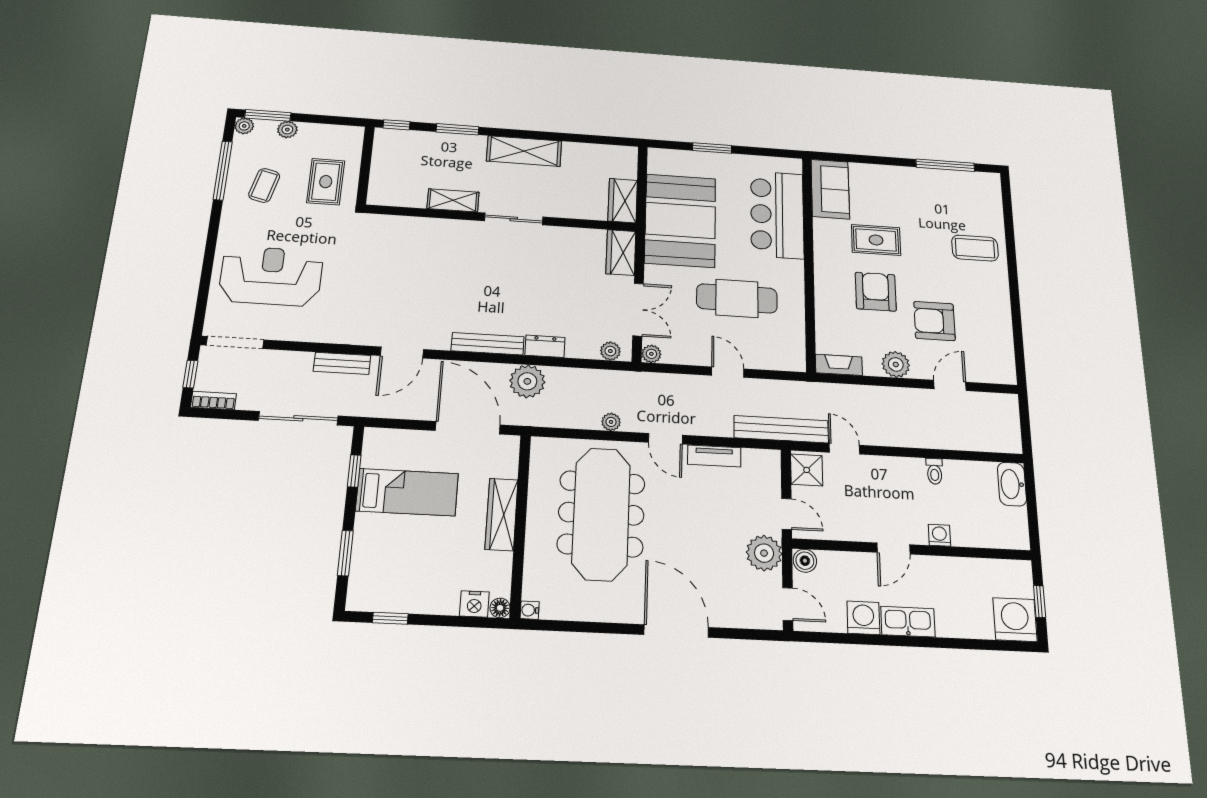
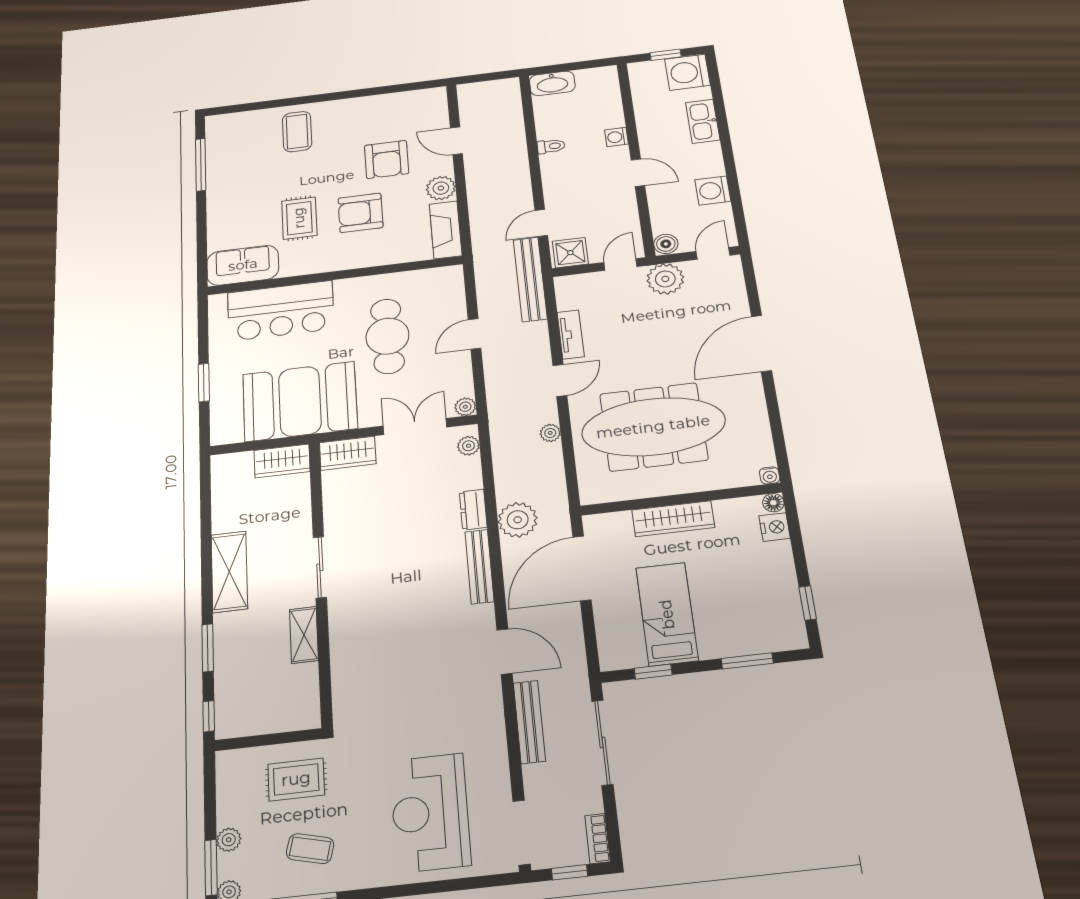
bench: (342, 363) -> (529, 722), width x1.36
fireplace: (839, 365) -> (446, 230), width x1.37, depth x1.32
kitchen sink: (908, 622) -> (703, 121), moved

